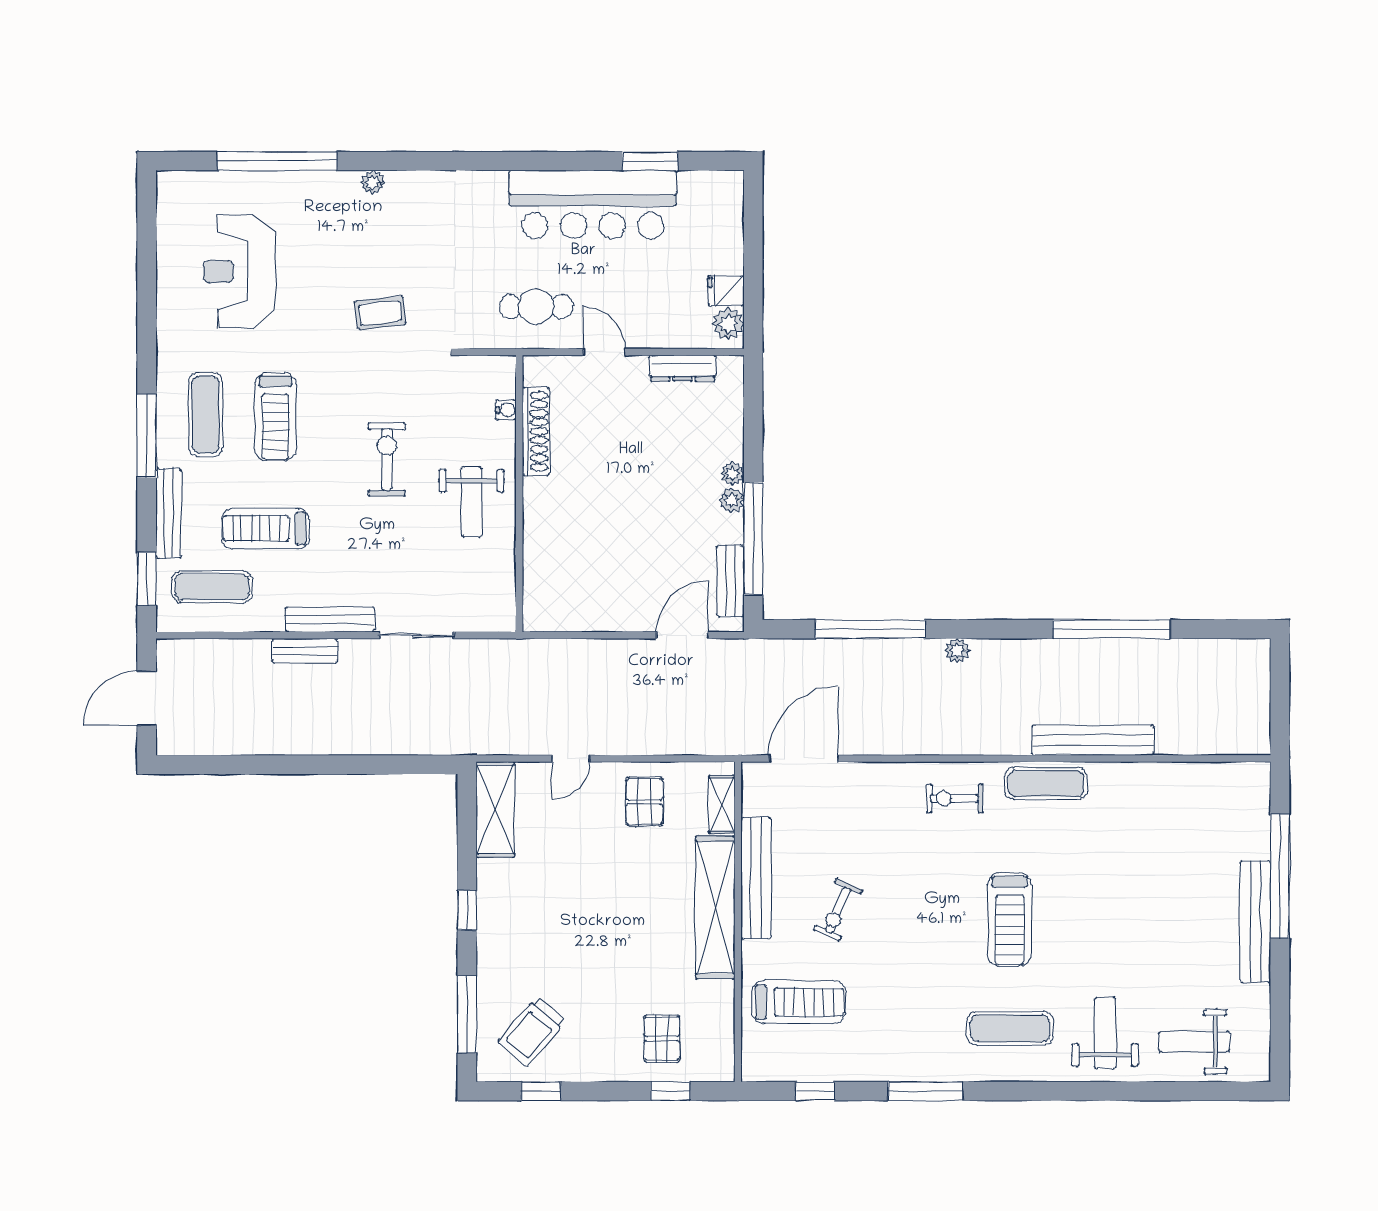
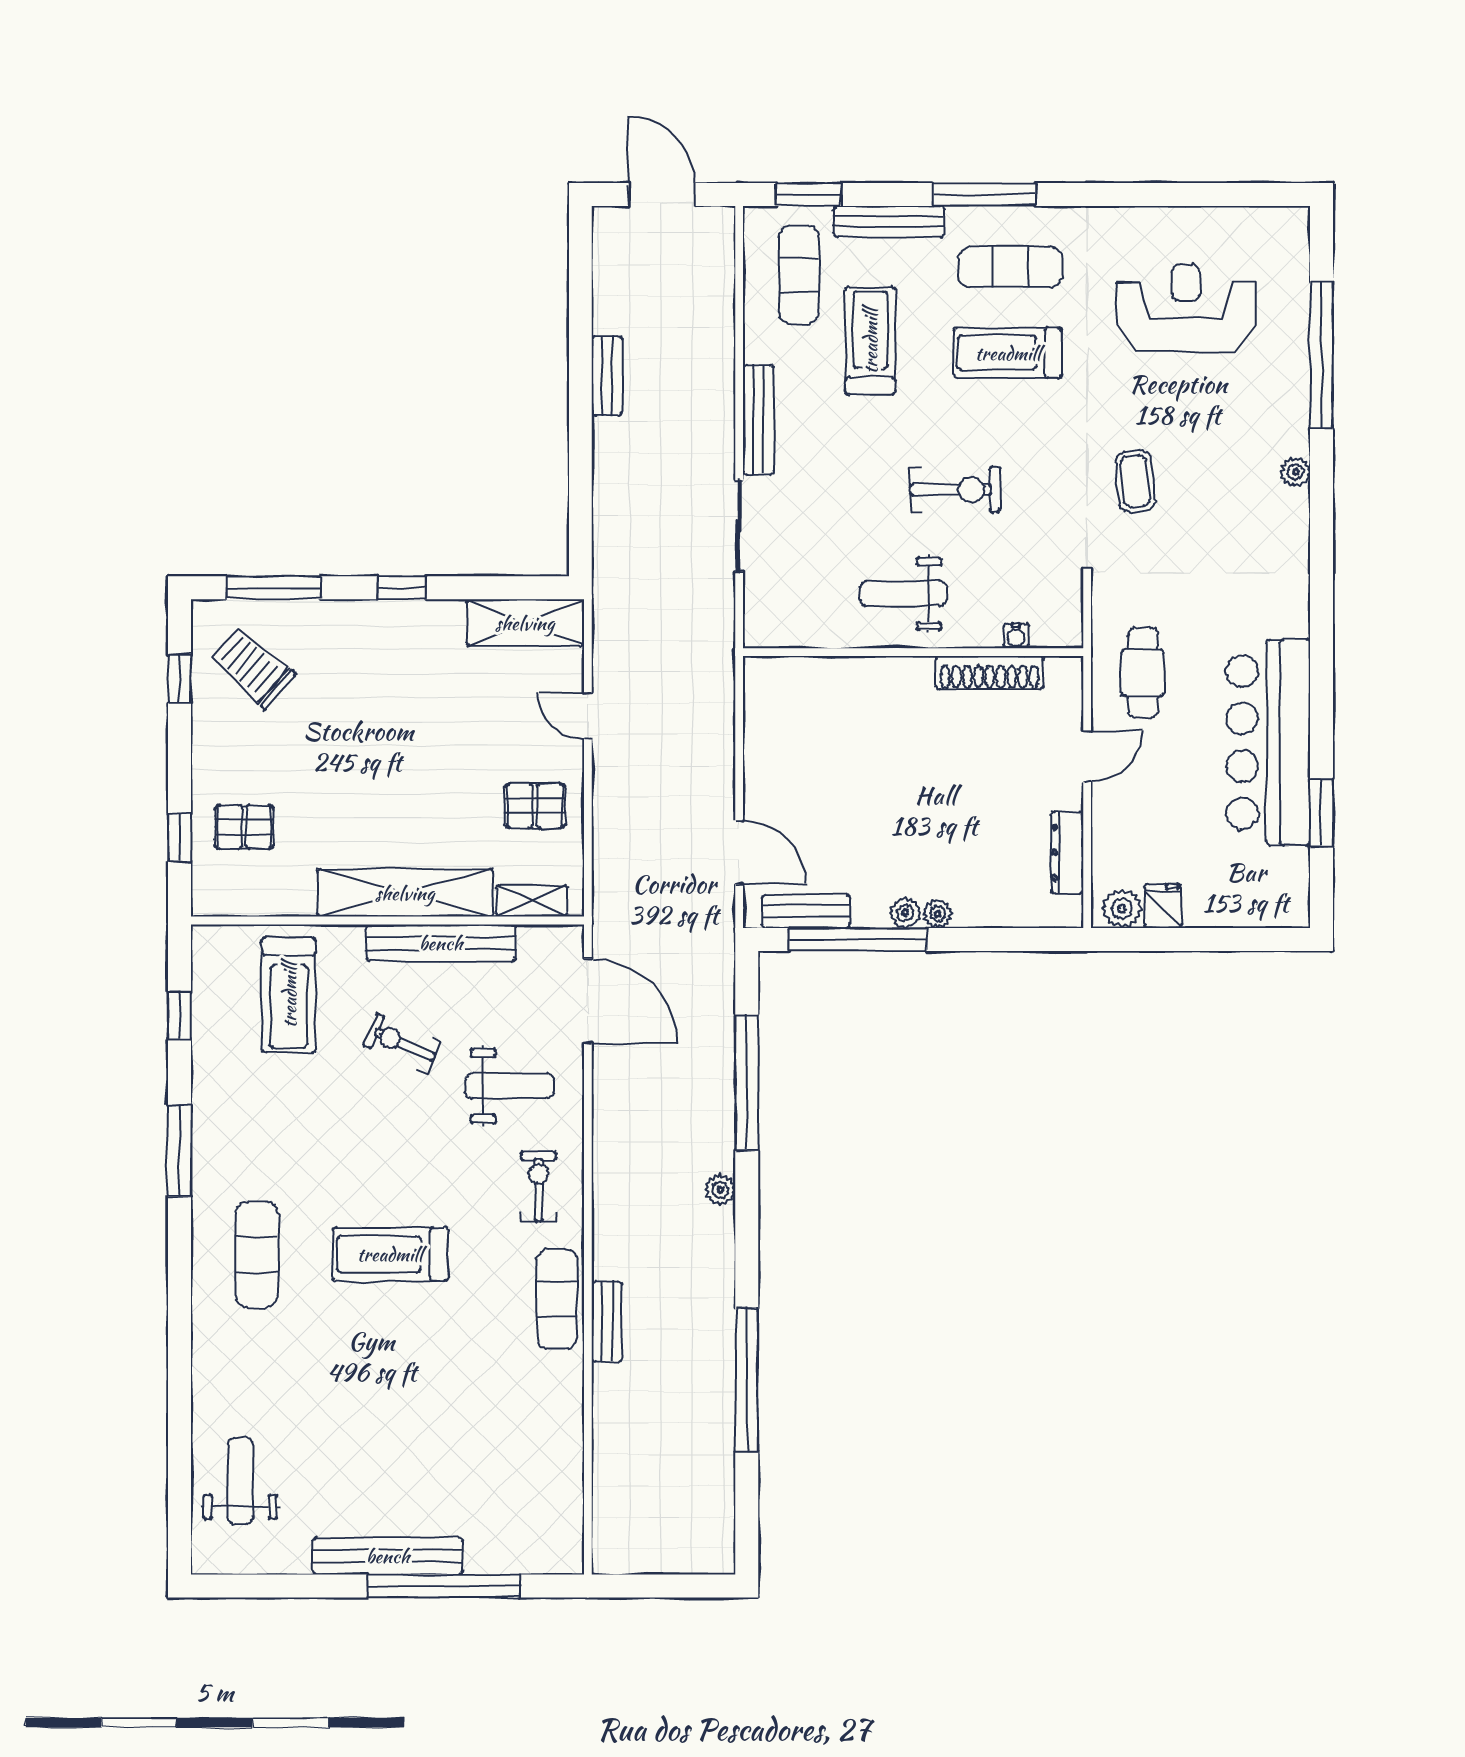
bench: (305, 651) -> (607, 376), moved
bench: (1093, 740) -> (607, 1322), width x0.54, depth x0.82
weight bench: (1105, 1033) -> (509, 1086), moved

